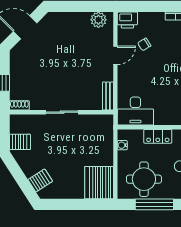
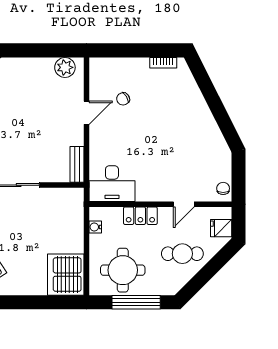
printer: (127, 20) -> (102, 68), removed

